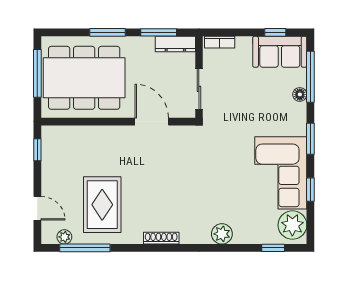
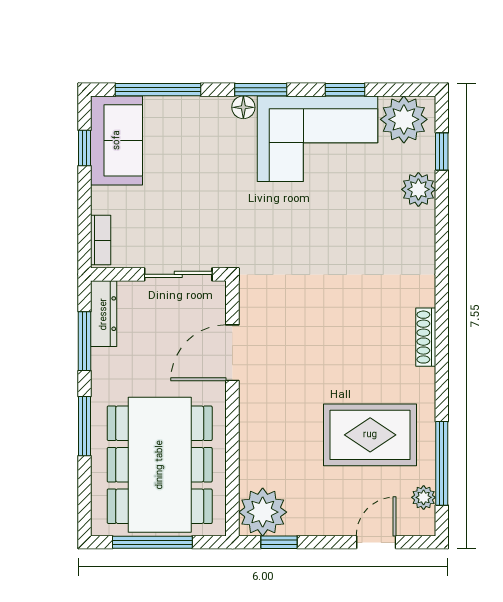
floor lamp: (300, 94) -> (243, 107), moved
plant: (56, 140) -> (263, 512), added
plant: (222, 234) -> (418, 189), moved

